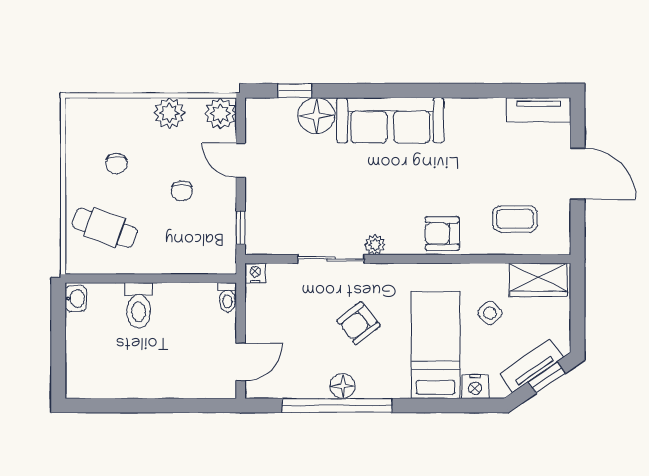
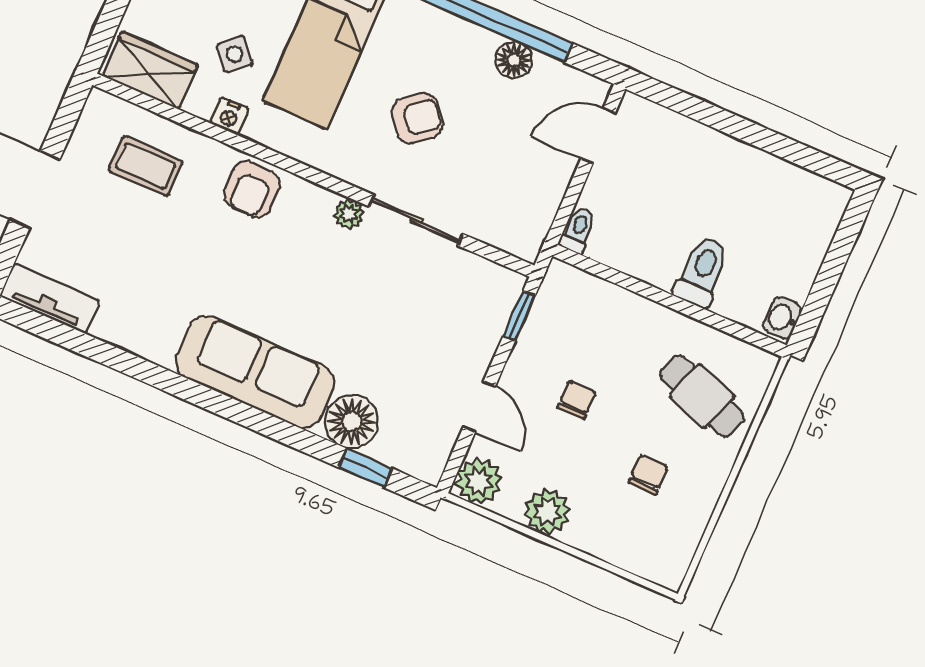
armchair: (442, 233) -> (252, 189), turned 90
nightstand: (255, 273) -> (229, 116), moved
floor lamp: (343, 386) -> (514, 60), moved

